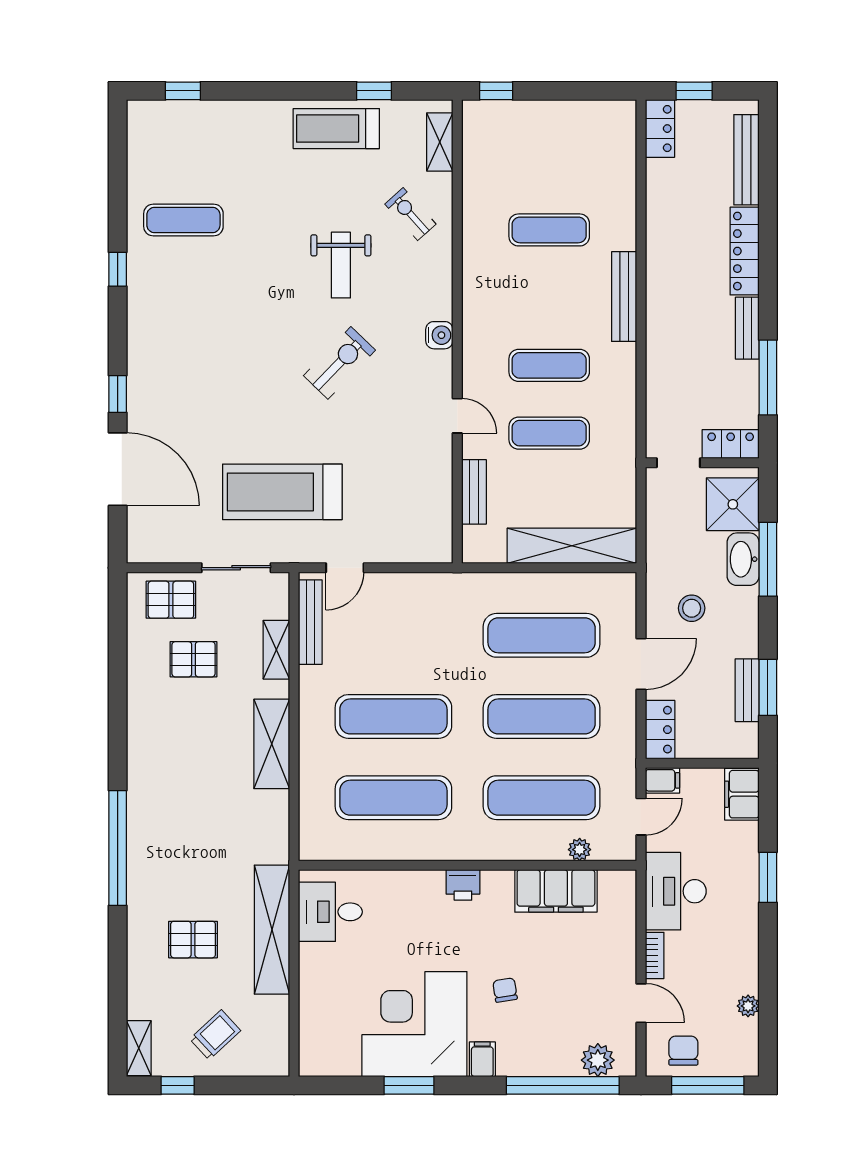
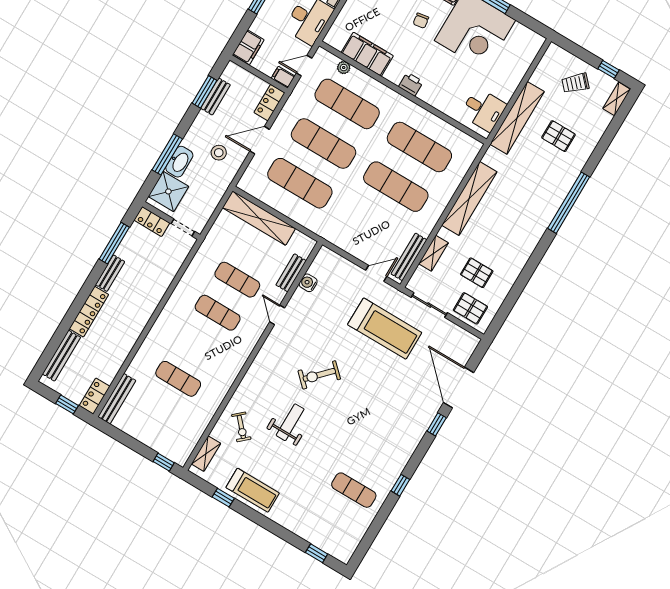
bench: (624, 297) -> (117, 399), moved
water cooler: (439, 335) -> (308, 283), moved
shelving: (272, 744) -> (469, 198), width x1.47

